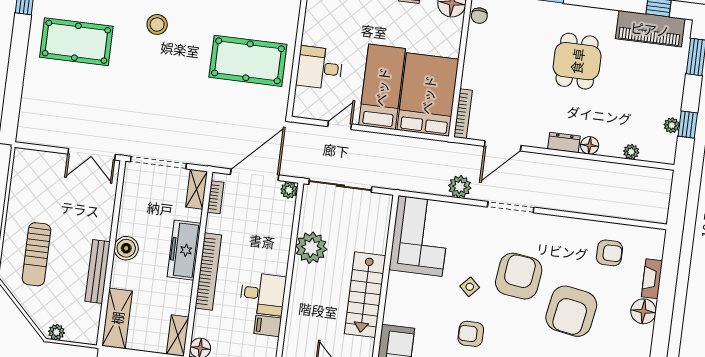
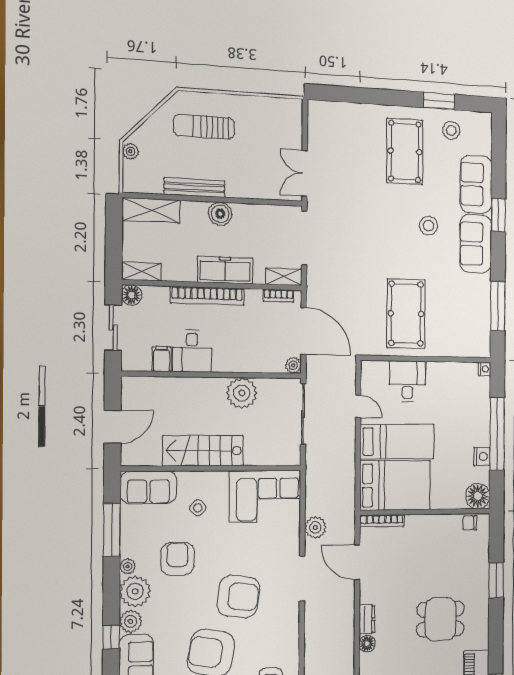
side table: (470, 287) -> (198, 508), moved
armchair: (471, 334) -> (177, 559), width x1.38, depth x1.38

